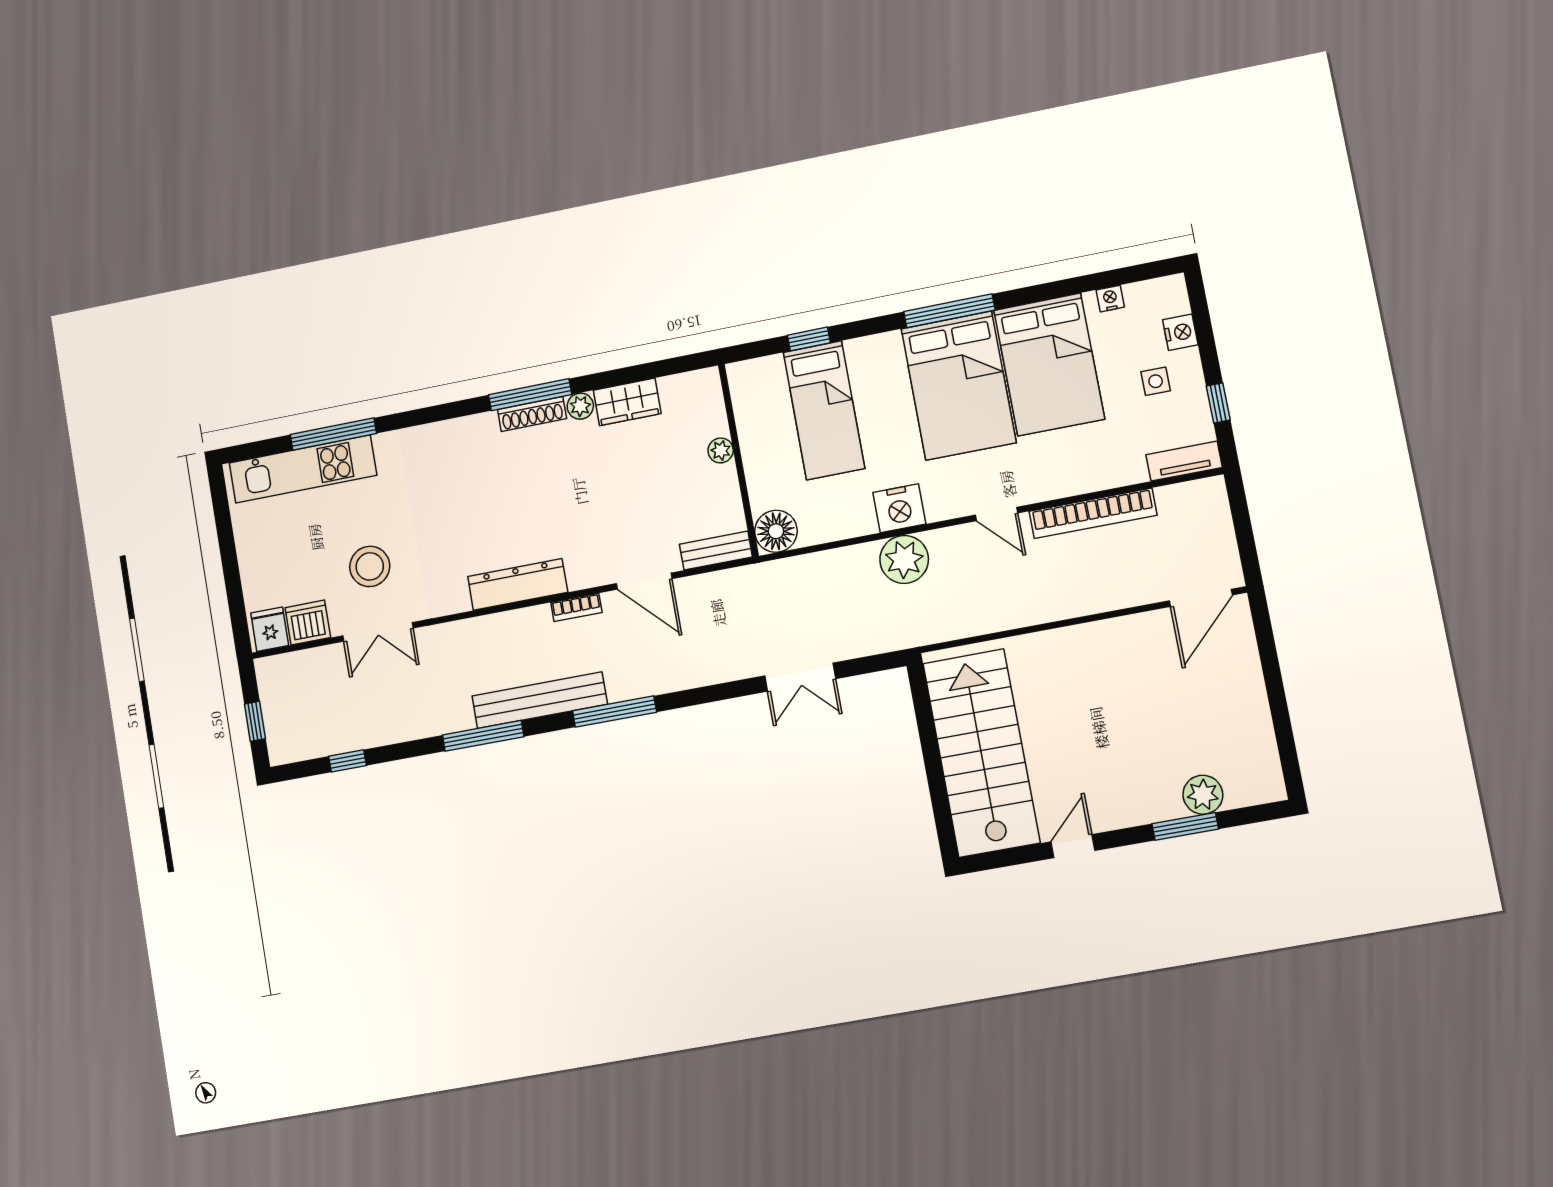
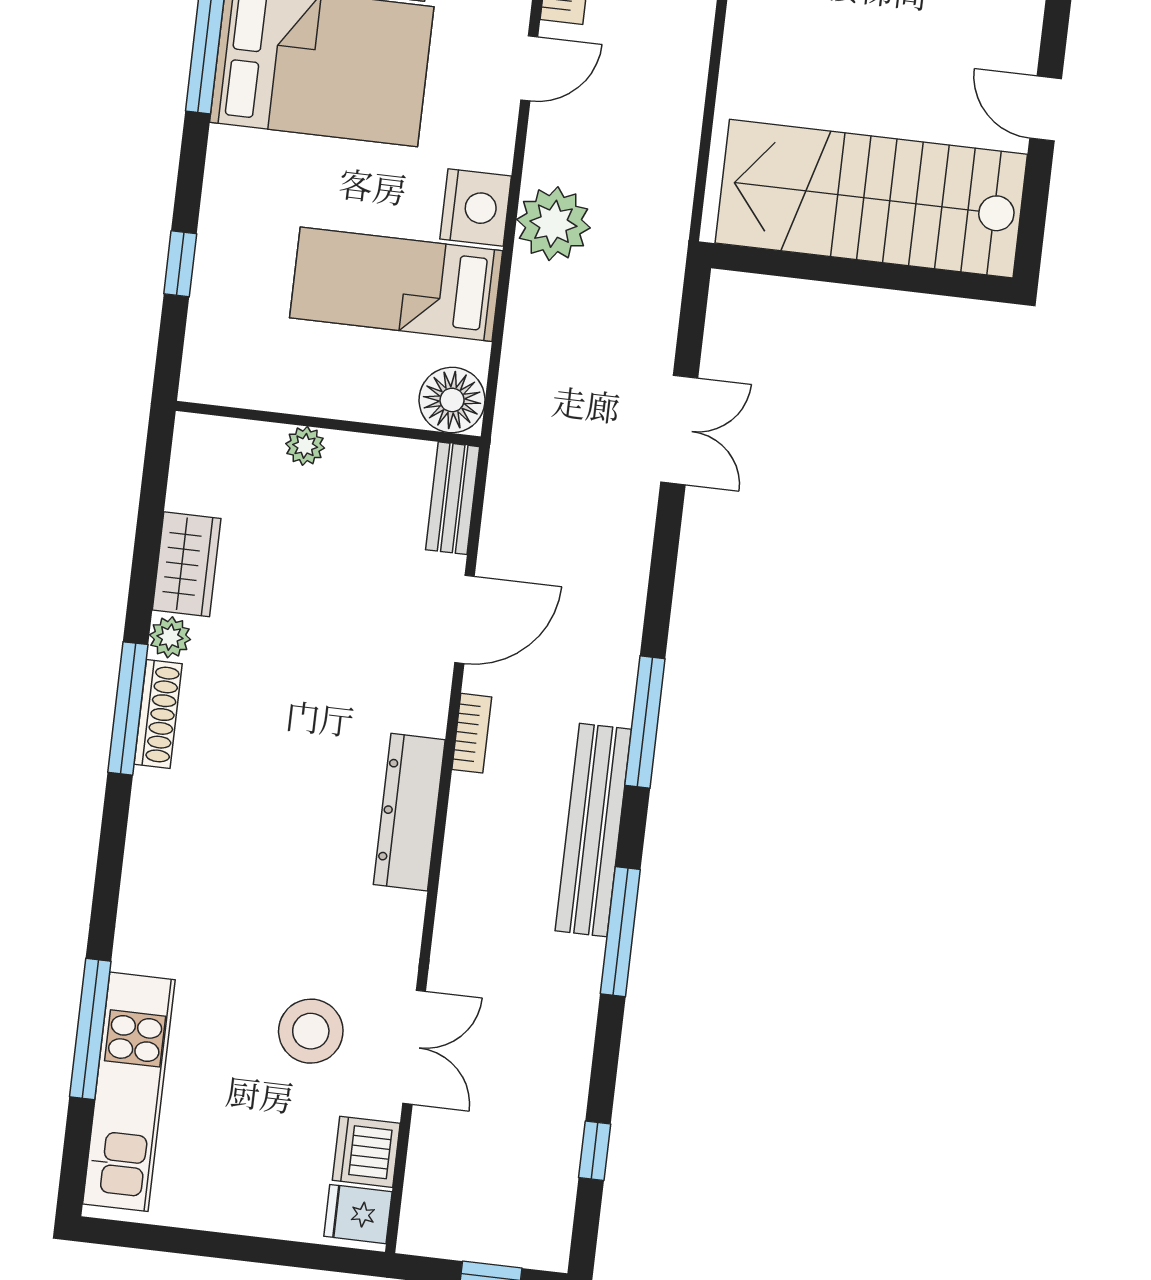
bed: (824, 410) -> (396, 284), moved, turned 180

